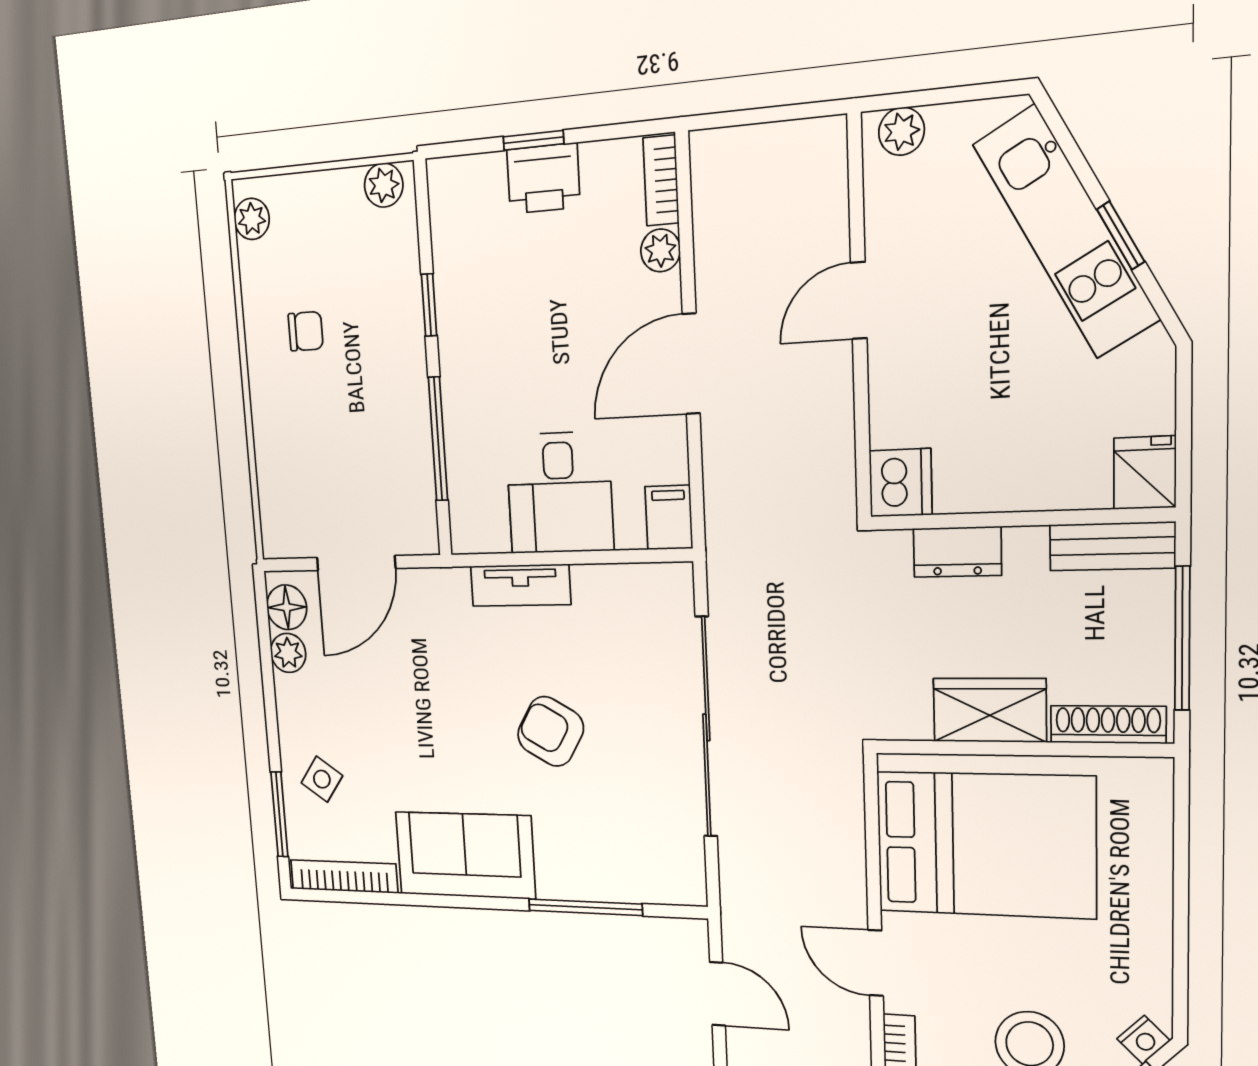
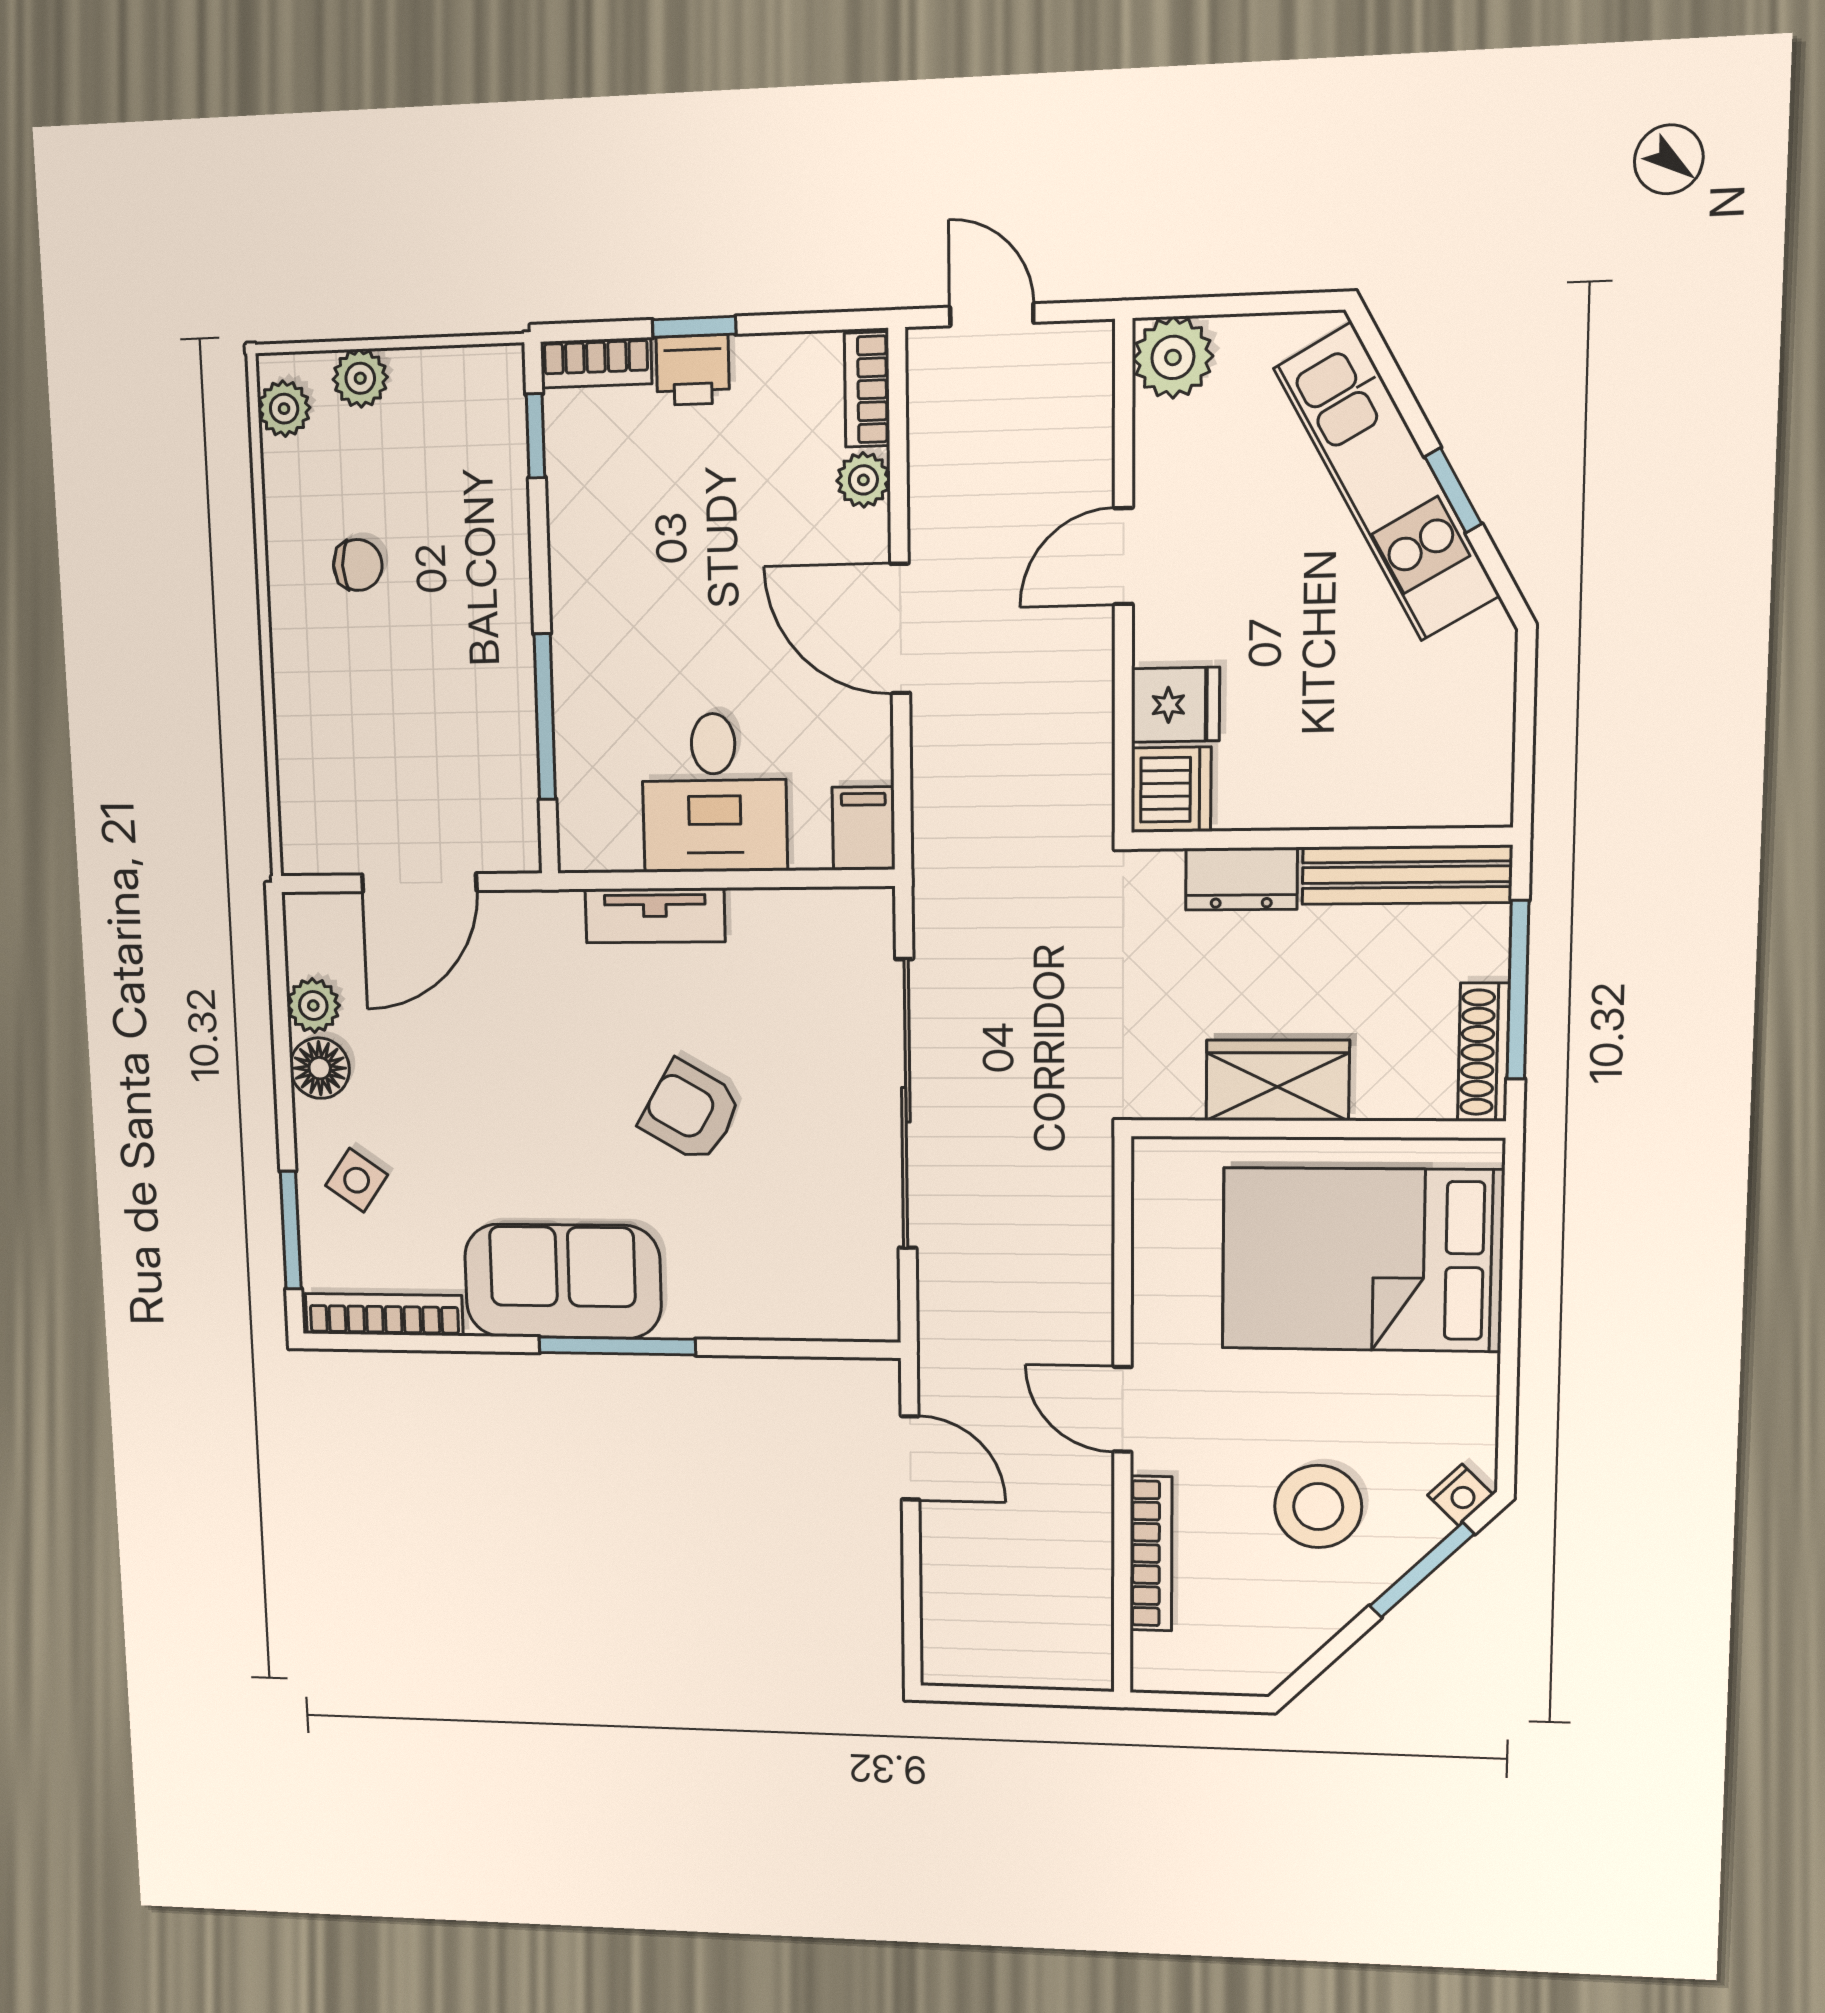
door: (753, 116) -> (992, 315), added
plant: (902, 131) -> (1173, 357), width x1.38, depth x1.38
bookcase: (465, 172) -> (596, 363), added
printer: (543, 178) -> (693, 370), width x0.73, depth x0.81
plant: (384, 185) -> (360, 378), moved
window: (429, 305) -> (536, 436), moved
door: (691, 364) -> (900, 629), hinge flipped
fridge: (1145, 473) -> (1175, 705), moved, turned 90
bench: (1112, 546) -> (1407, 875), width x1.36
floor lamp: (287, 607) -> (320, 1068), moved
shoe rack: (1108, 725) -> (1483, 1052), moved, turned -90
bed: (985, 845) -> (1362, 1260), moved, turned 180
window: (585, 907) -> (617, 1346), moved

